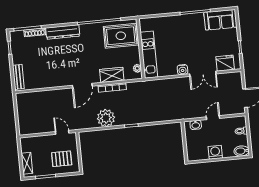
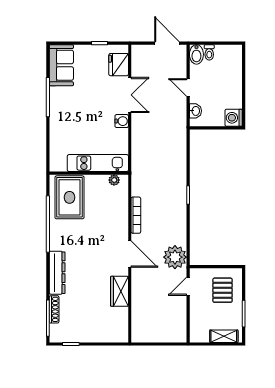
wardrobe: (112, 75) -> (119, 291), moved
bench: (18, 77) -> (110, 336), removed
plant: (106, 118) -> (175, 257), moved
bidet: (242, 151) -> (196, 54), moved
washing machine: (215, 152) -> (234, 118), moved

